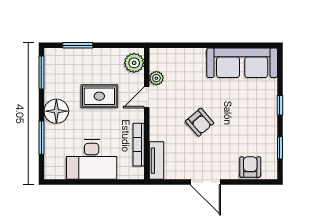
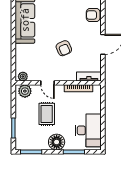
plant: (156, 78) -> (23, 76), moved
armchair: (200, 122) -> (64, 48), turned 107
desk: (92, 160) -> (88, 130), moved

